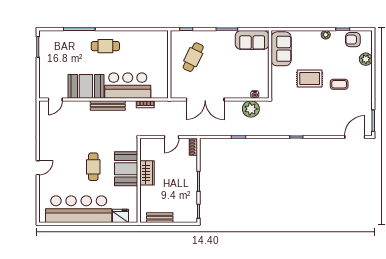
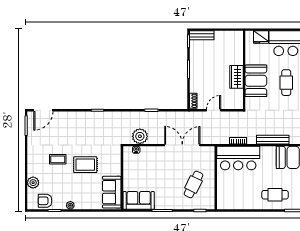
armchair: (353, 40) -> (45, 201), turned 180
bar counter: (128, 86) -> (238, 158), moved
bench: (160, 218) -> (202, 35), moved

